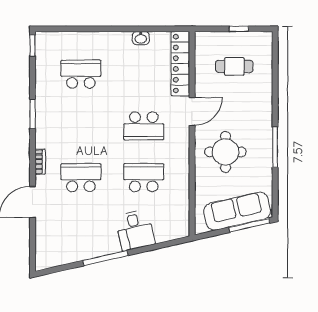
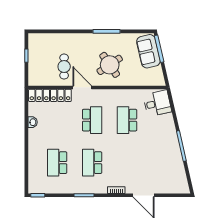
cafe table: (234, 66) -> (64, 67), moved
round table: (225, 152) -> (110, 65), turned -34
school desk: (81, 178) -> (92, 163), moved
sofa: (237, 211) -> (148, 51), width x0.73
desk: (135, 230) -> (157, 103), moved

